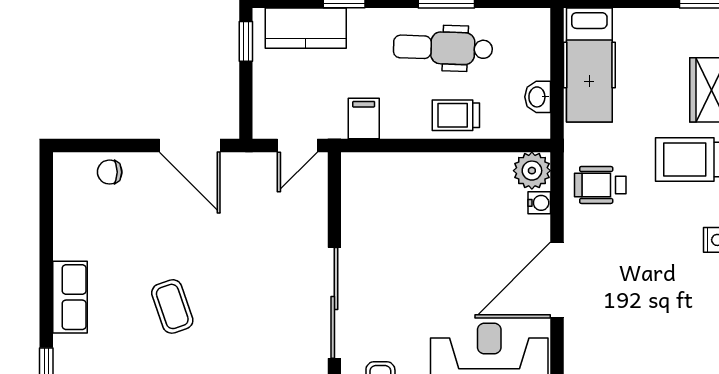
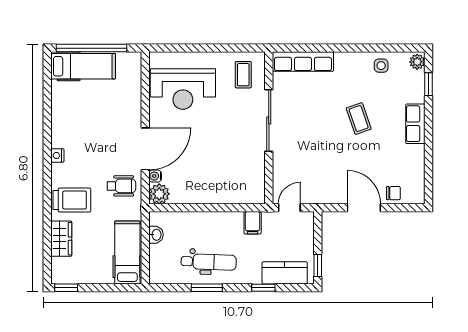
trolley: (456, 115) -> (201, 225), removed
door: (190, 145) -> (364, 208), moved
door: (557, 280) -> (145, 149), moved

